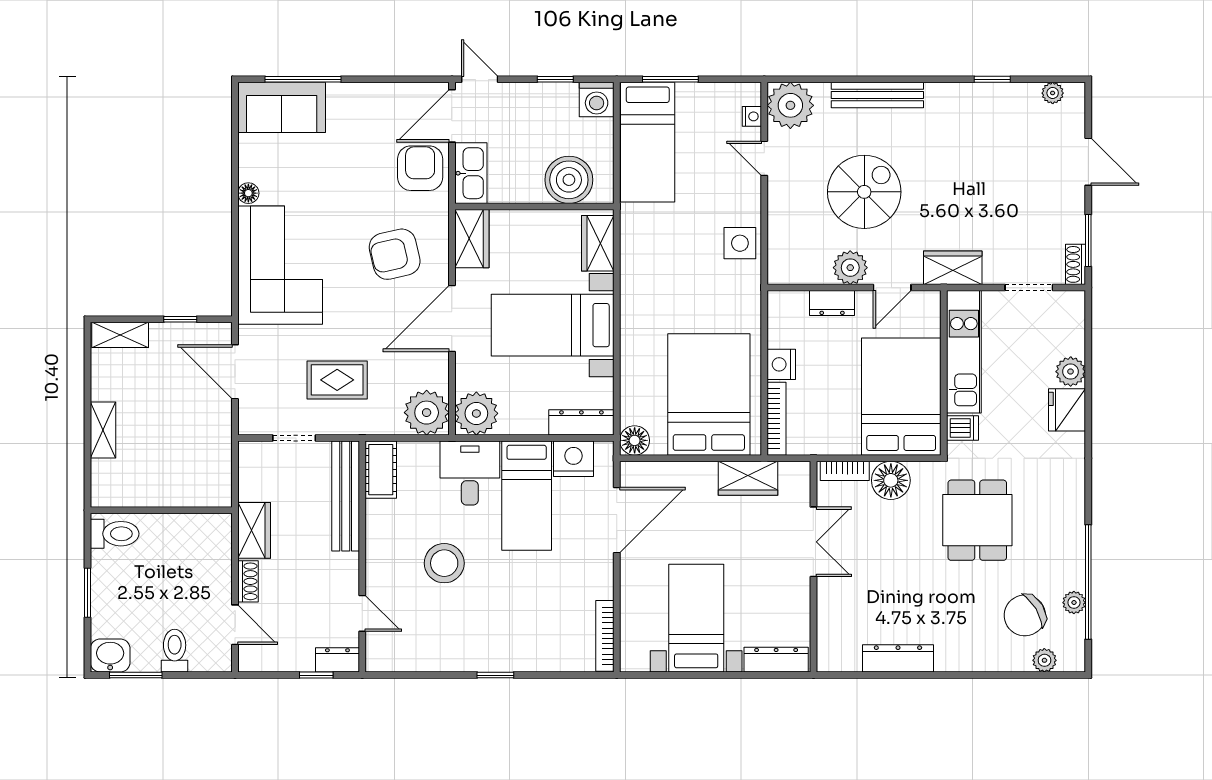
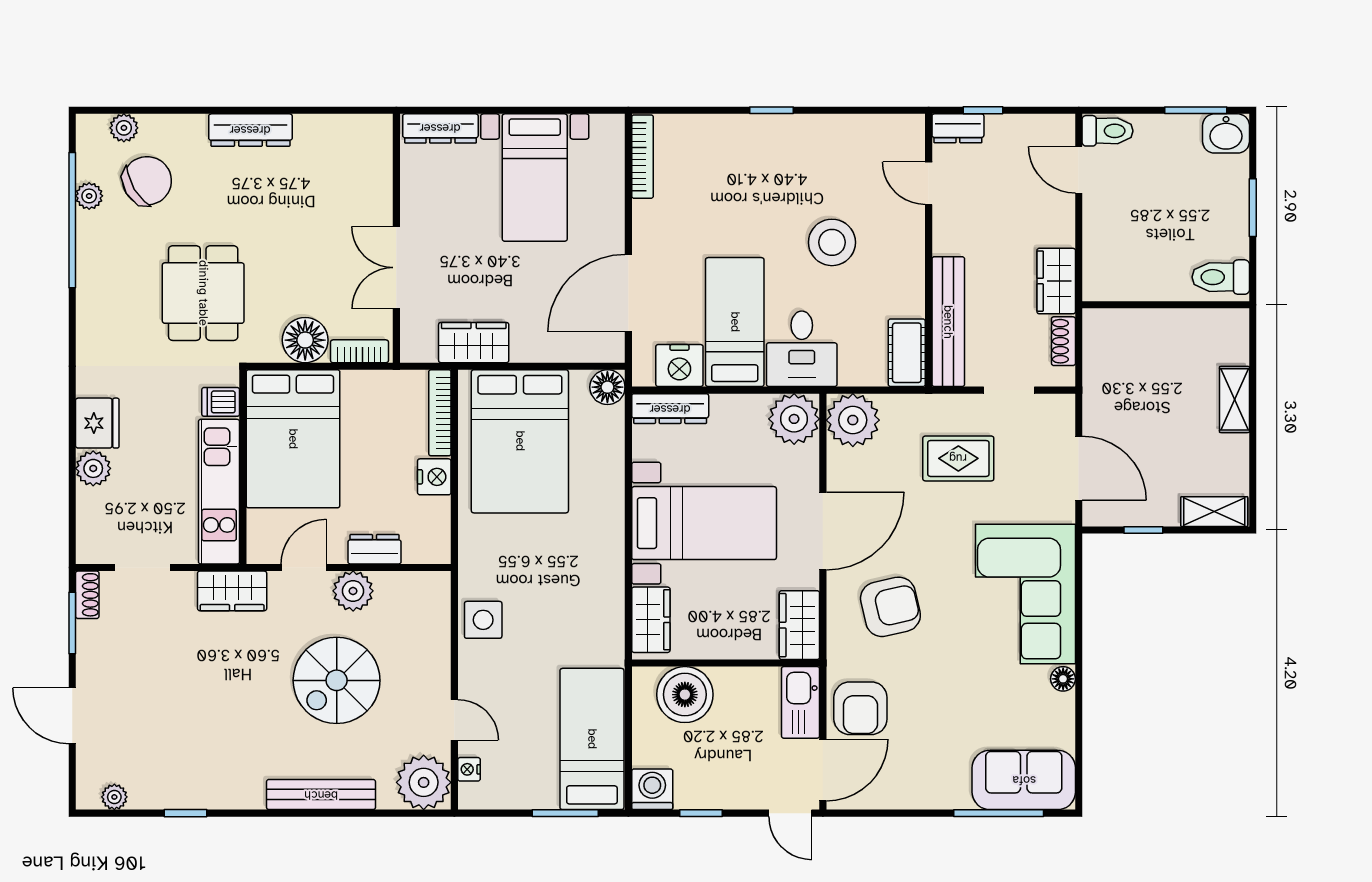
shoe rack: (248, 581) -> (1063, 341), moved
toilet: (175, 651) -> (1108, 131), moved, turned -90
dresser: (898, 658) -> (250, 130), moved

